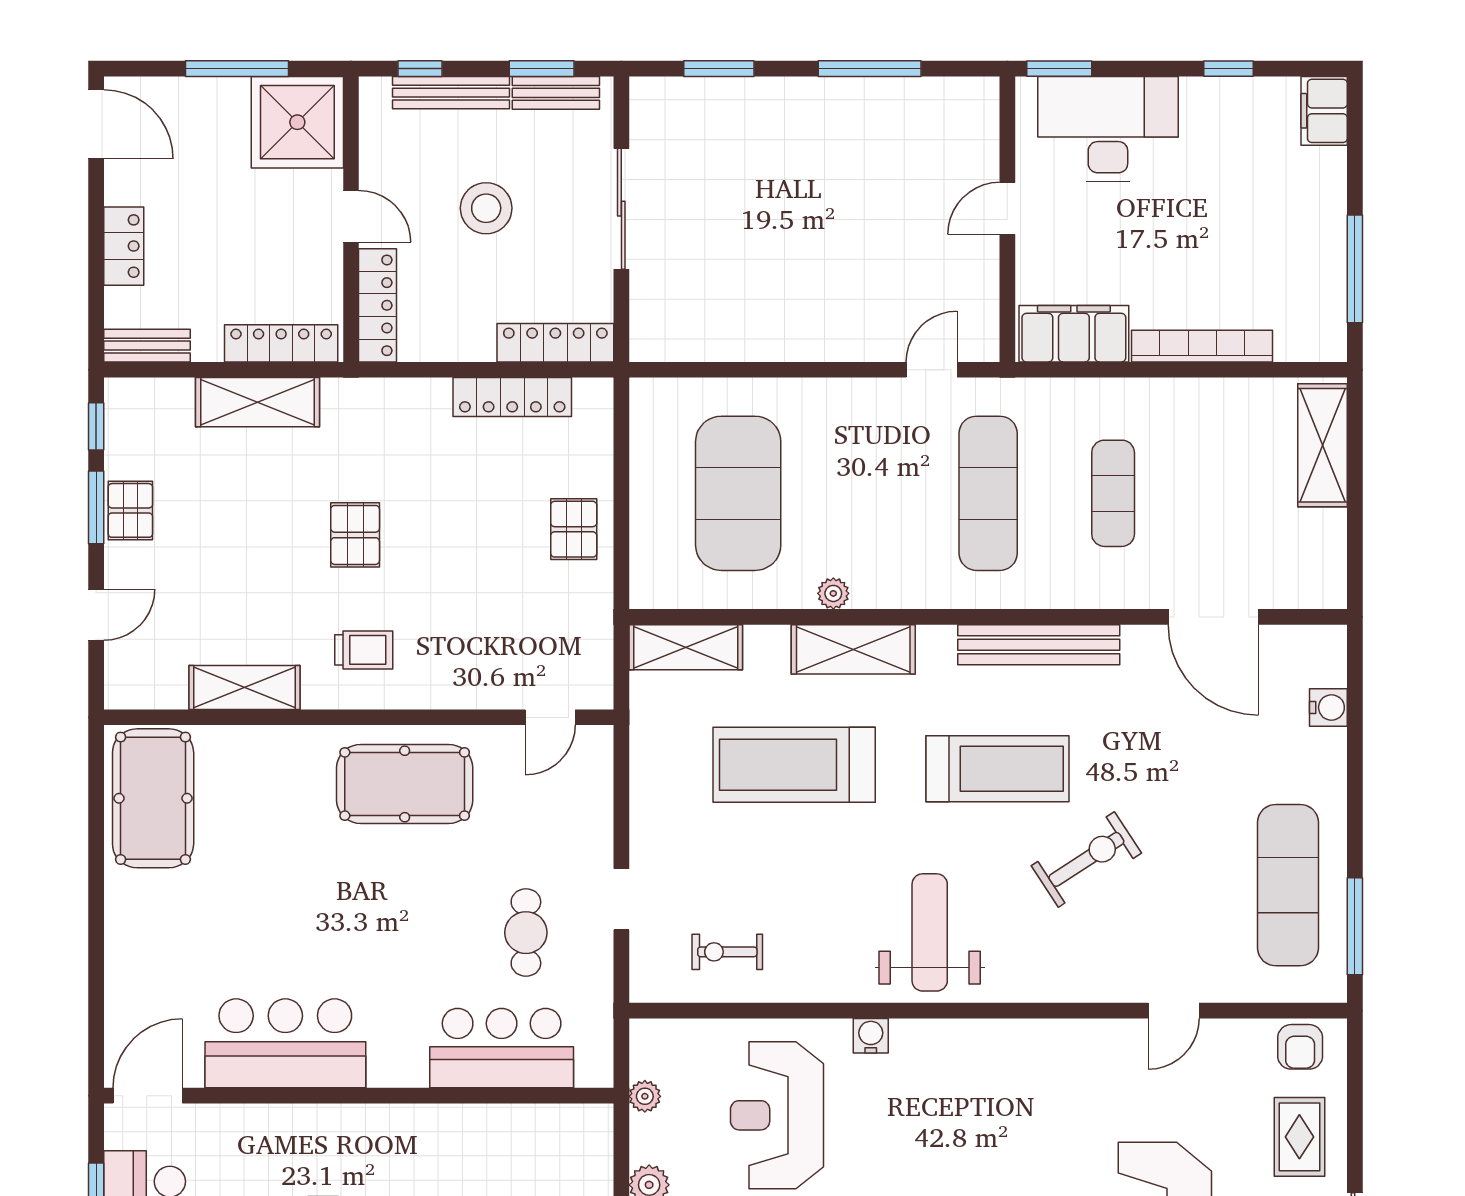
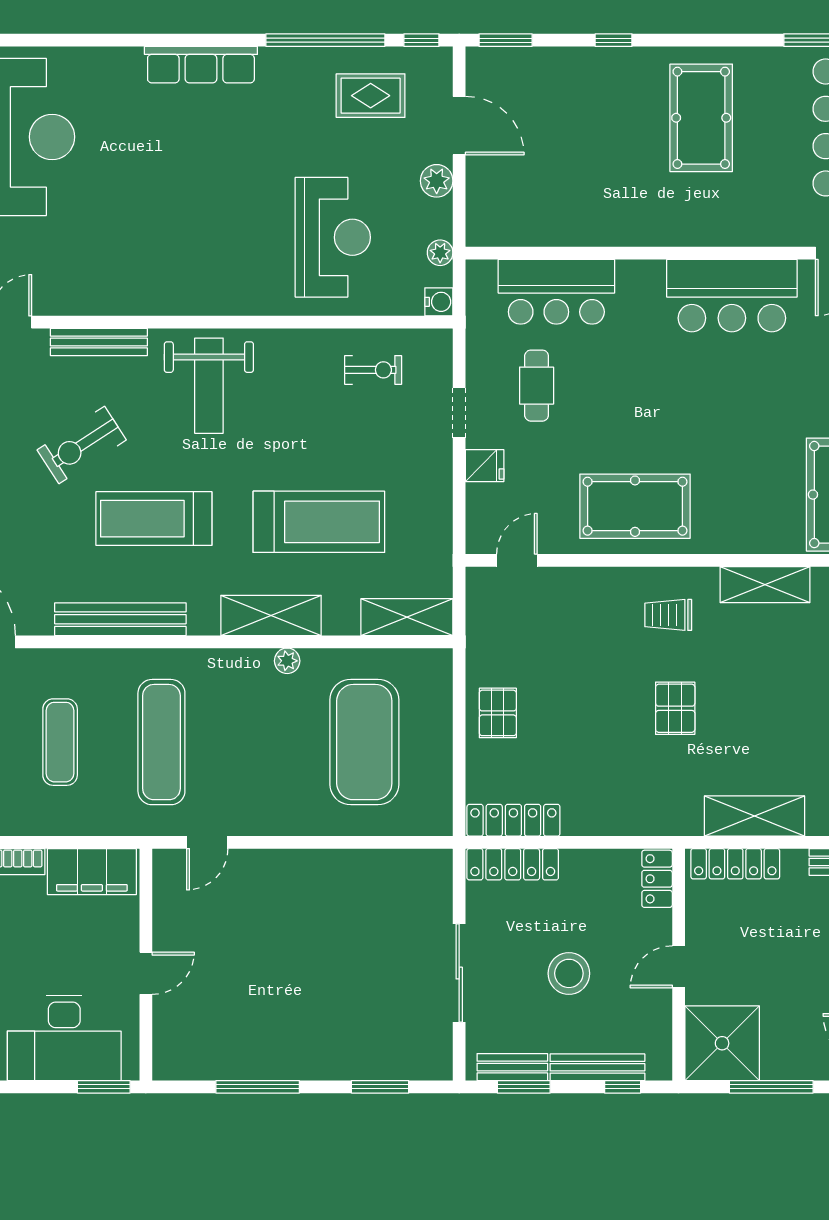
door: (351, 216) -> (679, 967), hinge flipped
locker: (378, 305) -> (657, 879), width x0.66
locker: (512, 397) -> (513, 820), moved
fridge: (590, 834) -> (485, 466), added
bench: (1065, 986) -> (99, 342), added
water cooler: (871, 1036) -> (439, 302), moved, turned -90

